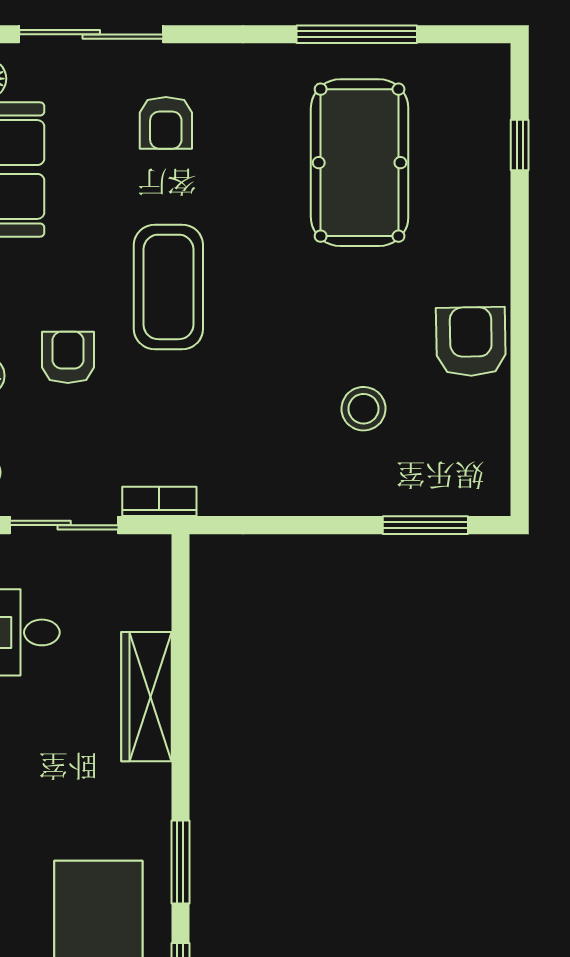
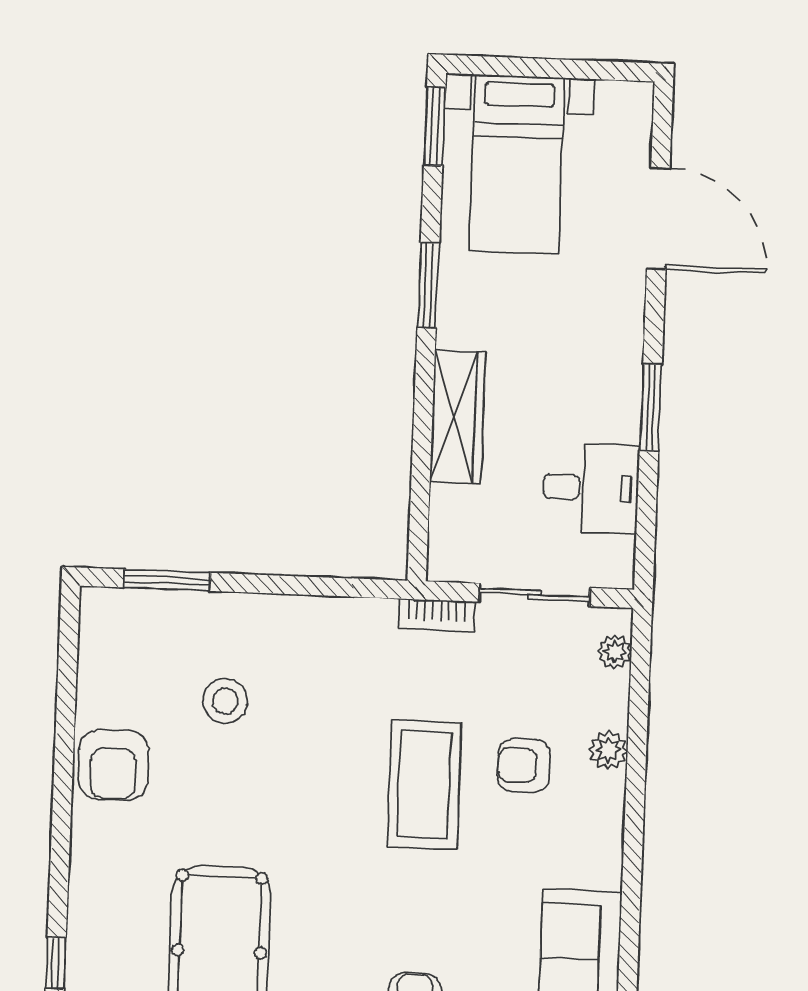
coffee table: (168, 287) -> (424, 784), moved
armchair: (68, 357) -> (524, 765), turned 90
window: (180, 862) -> (428, 285), moved

